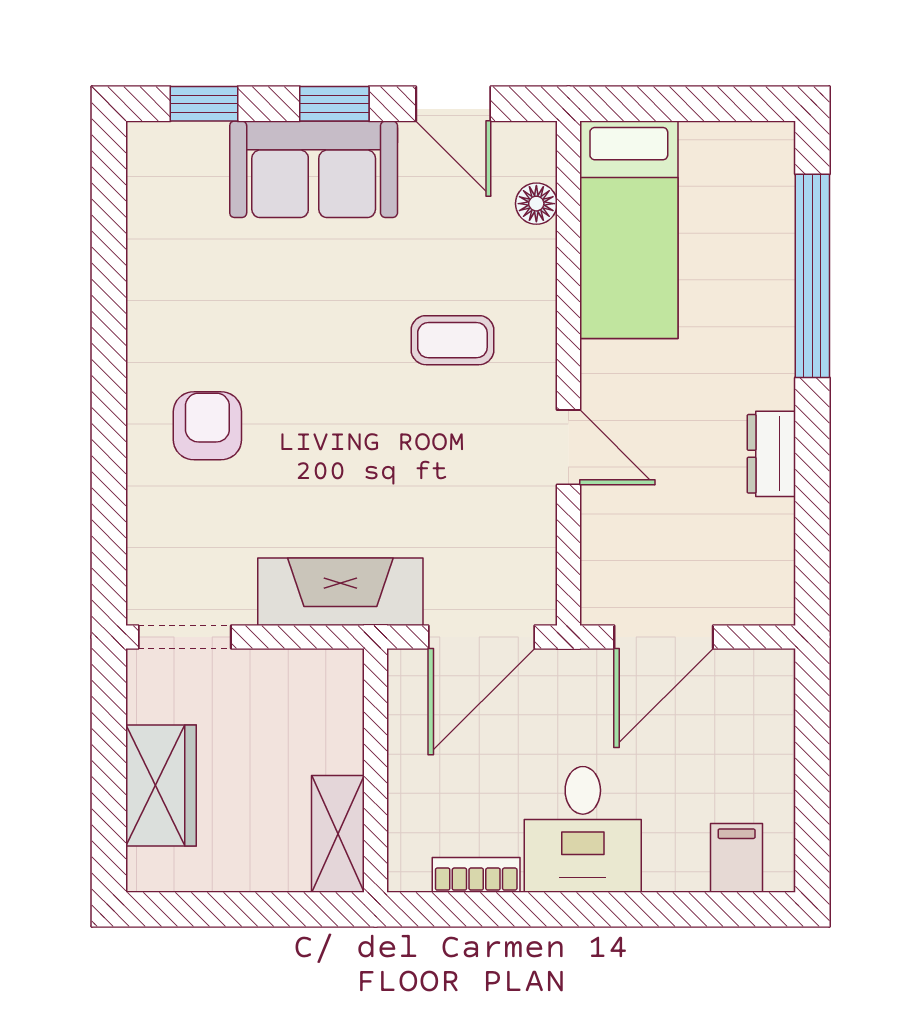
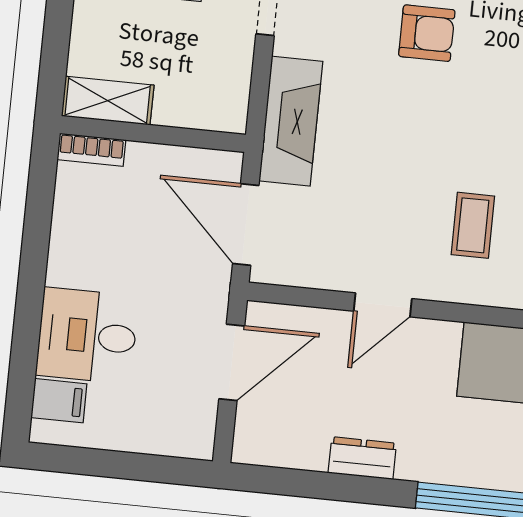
door: (664, 637) -> (232, 362), swing flipped
desk: (583, 829) -> (87, 336), moved
bookcase: (476, 875) -> (91, 150), moved, turned 90

